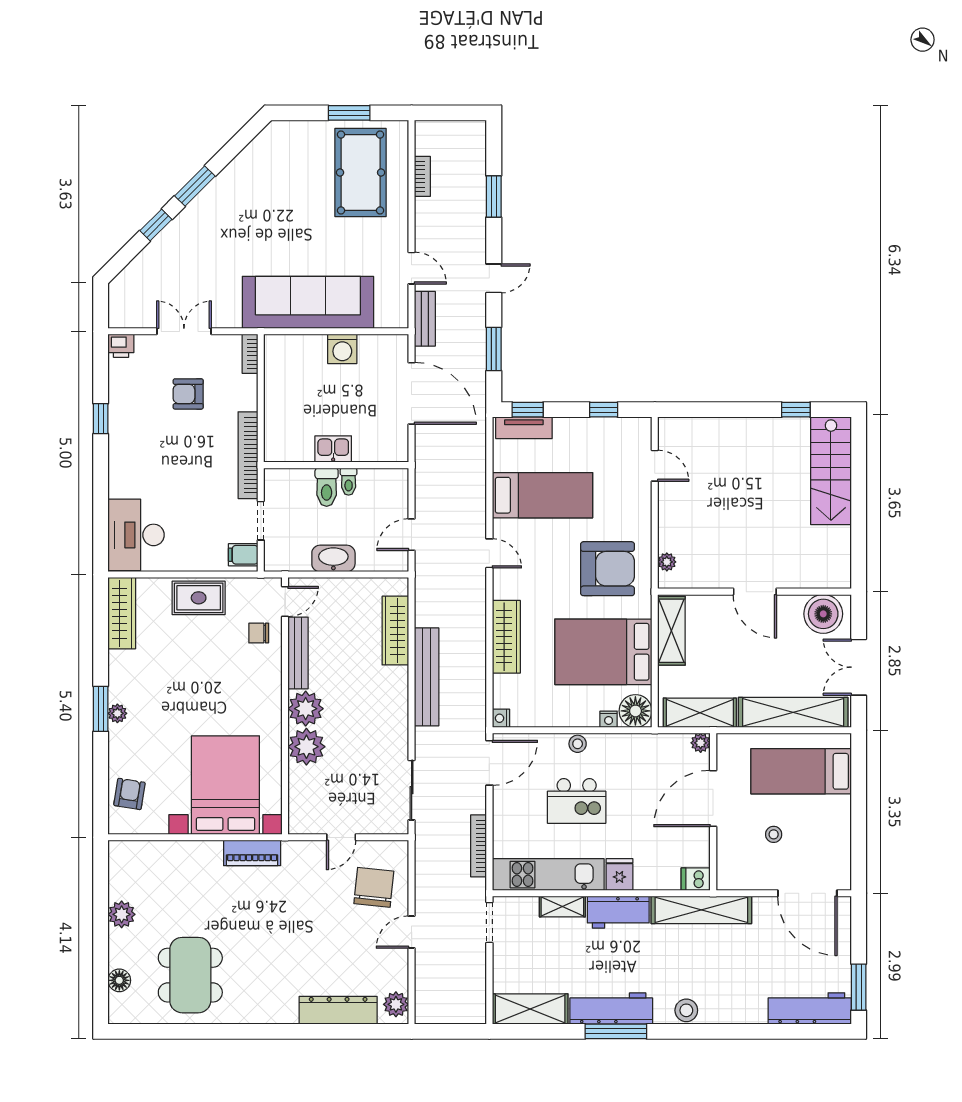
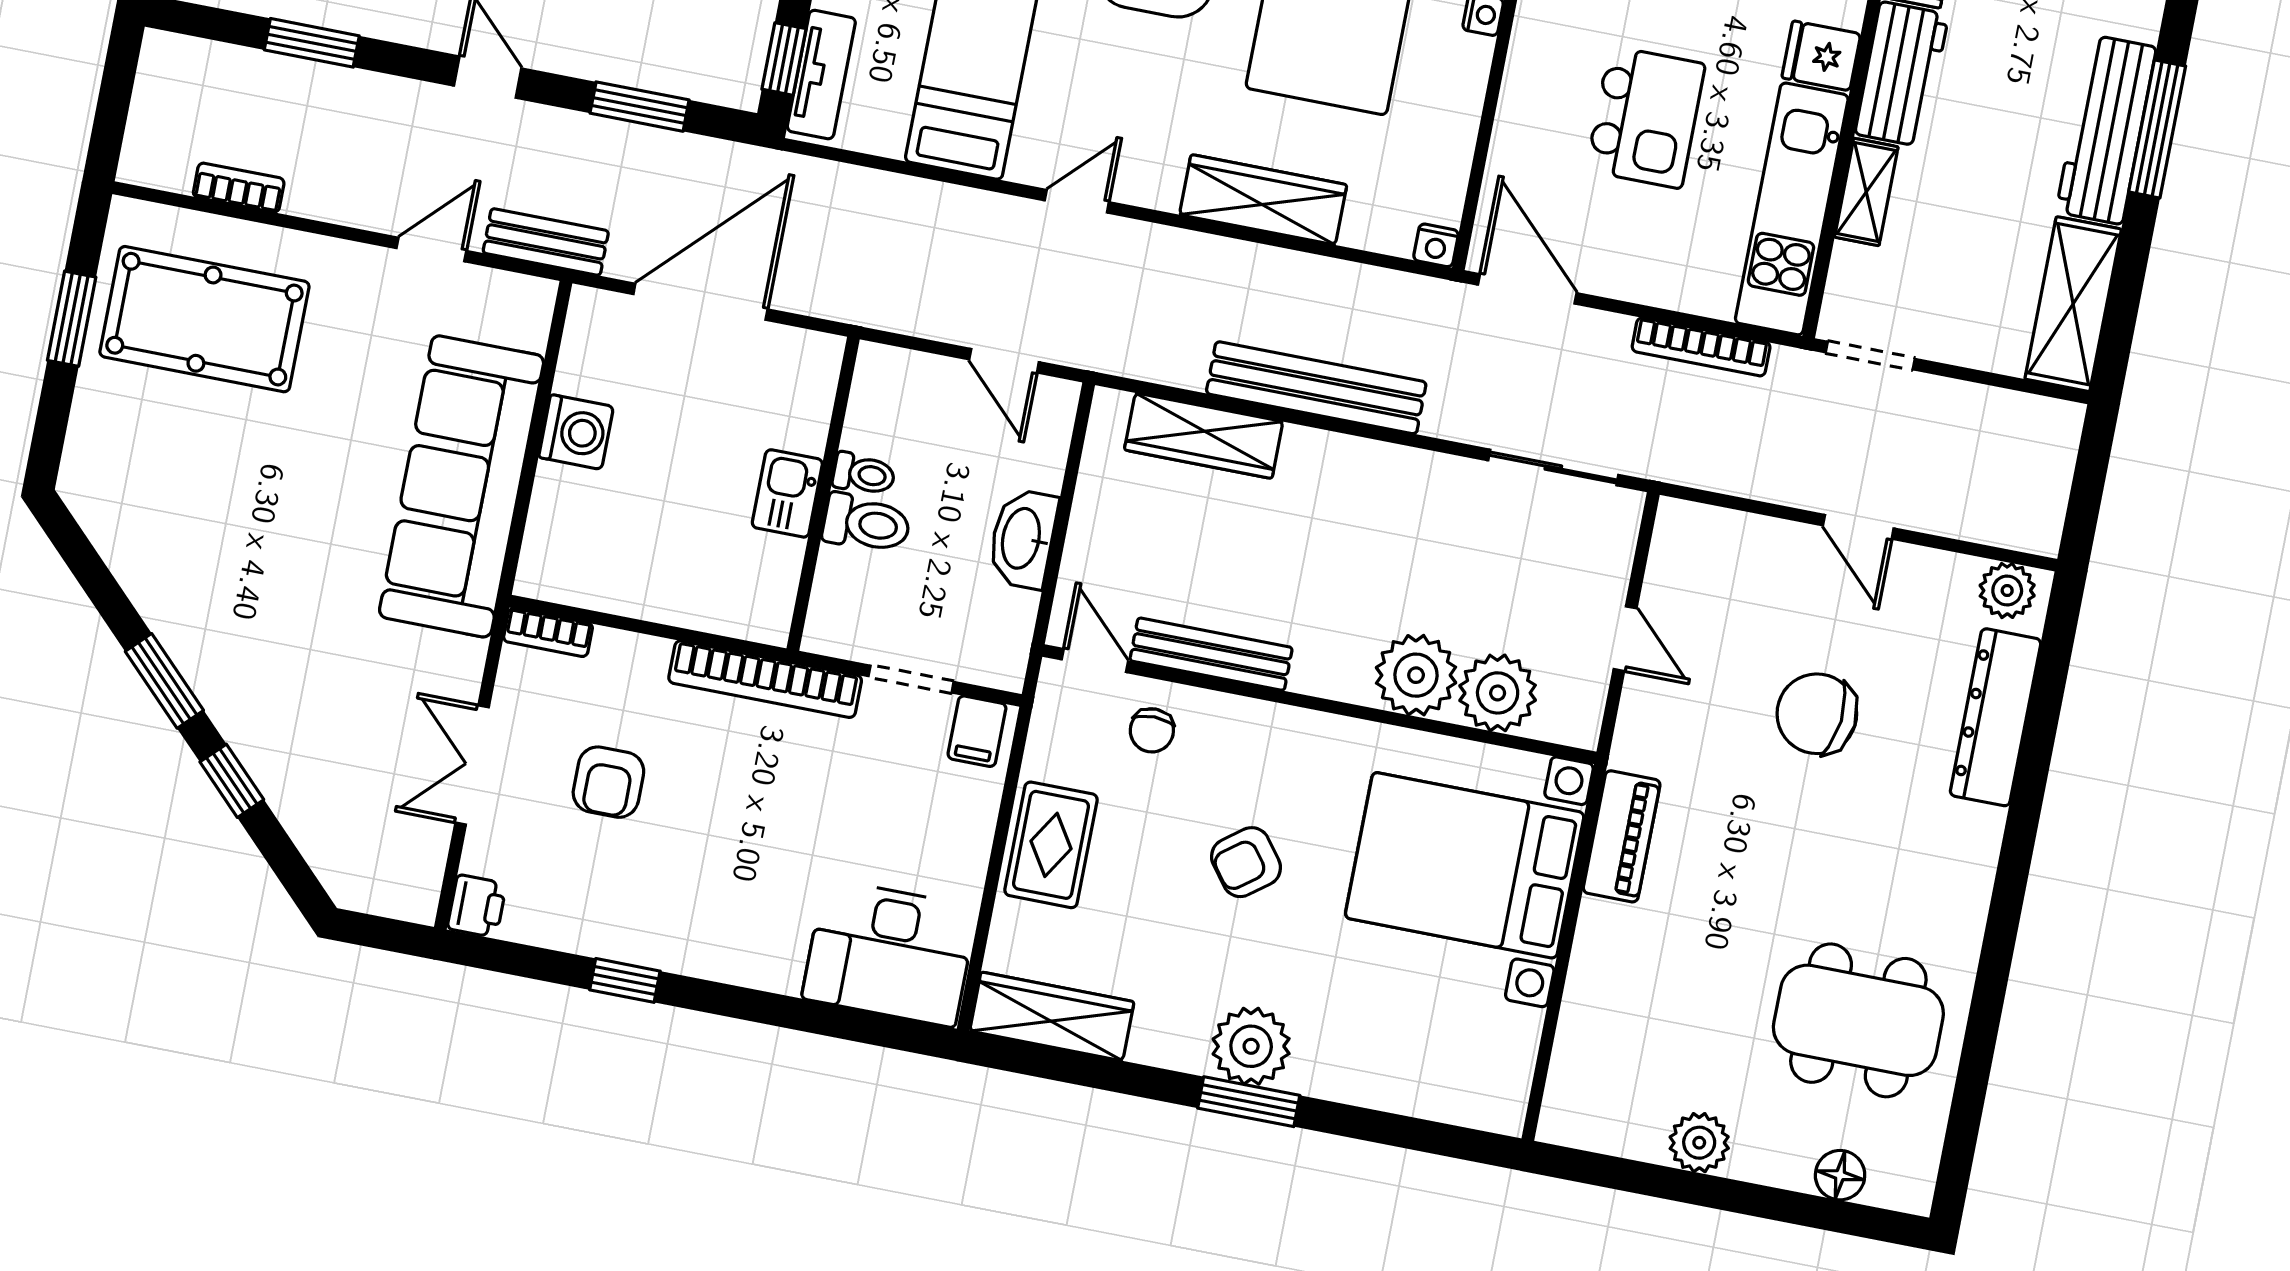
plant: (306, 709) -> (1498, 693), moved
plant: (117, 713) -> (1251, 1046), width x1.88, depth x1.88
stool: (578, 744) -> (1523, 91), removed
armchair: (129, 794) -> (1246, 862), moved, turned -46
chair: (374, 887) -> (1817, 714), moved

